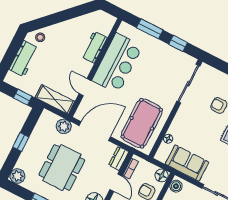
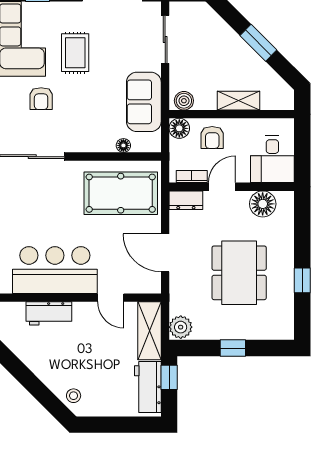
workbench: (24, 59) -> (148, 387), moved, turned -90
door: (85, 87) -> (111, 298), hinge flipped
plant: (64, 126) -> (181, 327), moved
door: (95, 131) -> (165, 253), width x0.73
dining table: (62, 167) -> (239, 273), turned 90
plant: (17, 176) -> (283, 329), removed

